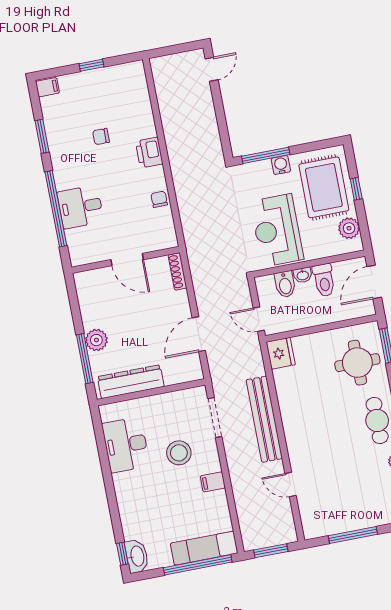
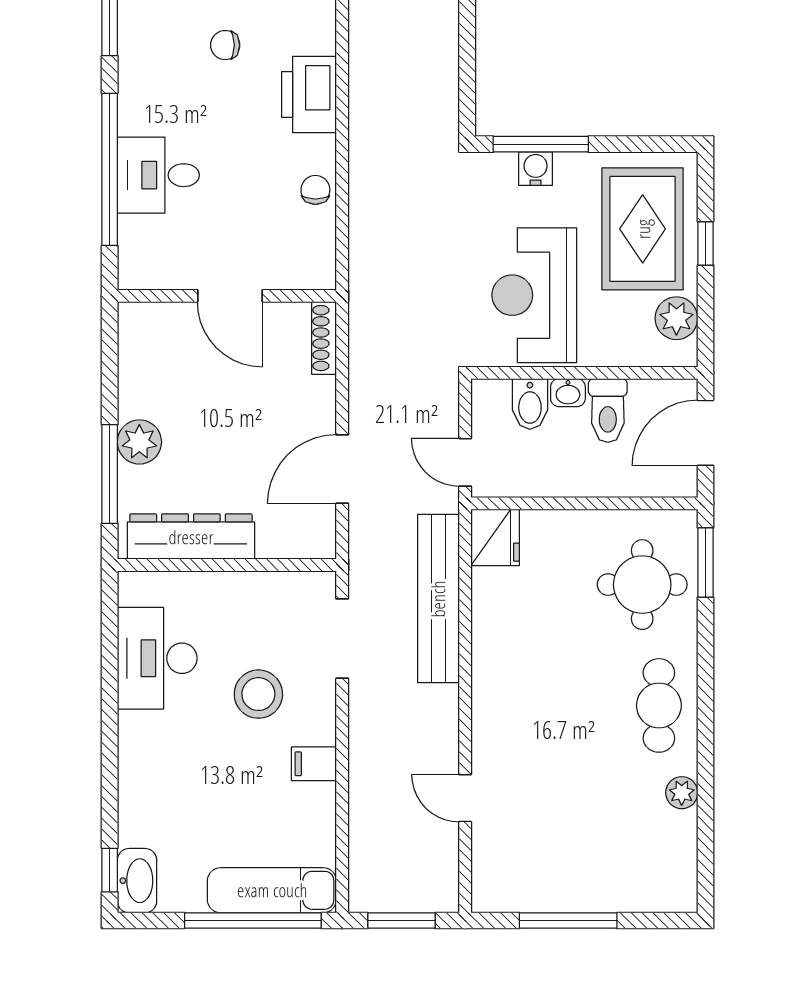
printer: (149, 153) -> (309, 95), width x1.37, depth x1.19
water cooler: (281, 165) -> (536, 169), moved
bench: (264, 419) -> (438, 599), moved

